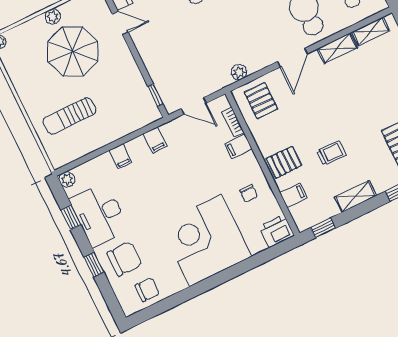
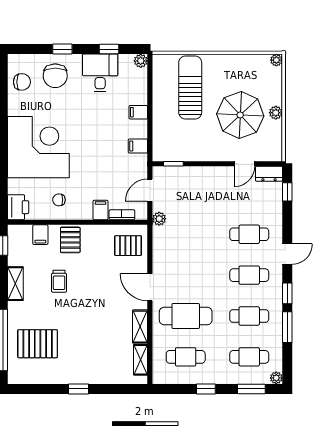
plant: (239, 72) -> (159, 219), moved
sun lounger: (70, 116) -> (190, 87), width x1.36, depth x1.34
desk: (99, 215) -> (100, 73), width x0.73
chair: (147, 290) -> (22, 82), turned -91

